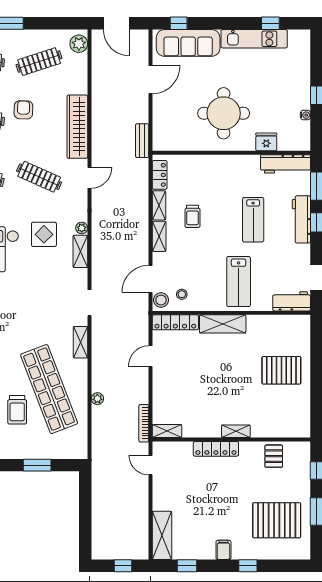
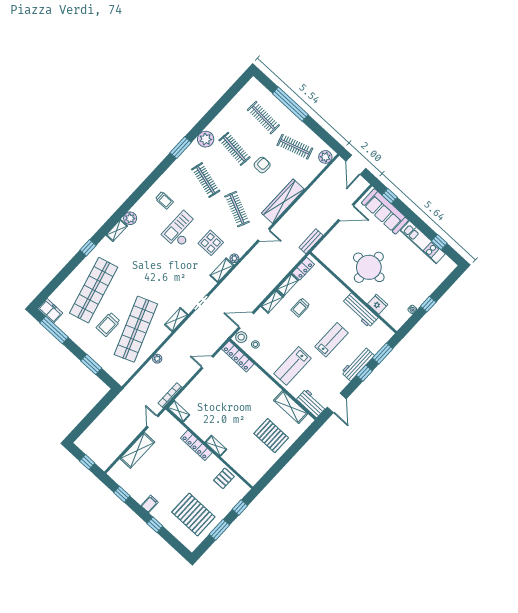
workbench: (285, 164) -> (360, 310), moved
lab bench: (253, 220) -> (331, 340), turned 180
shelving: (223, 324) -> (291, 407), moved
shelving: (162, 535) -> (137, 450), moved

